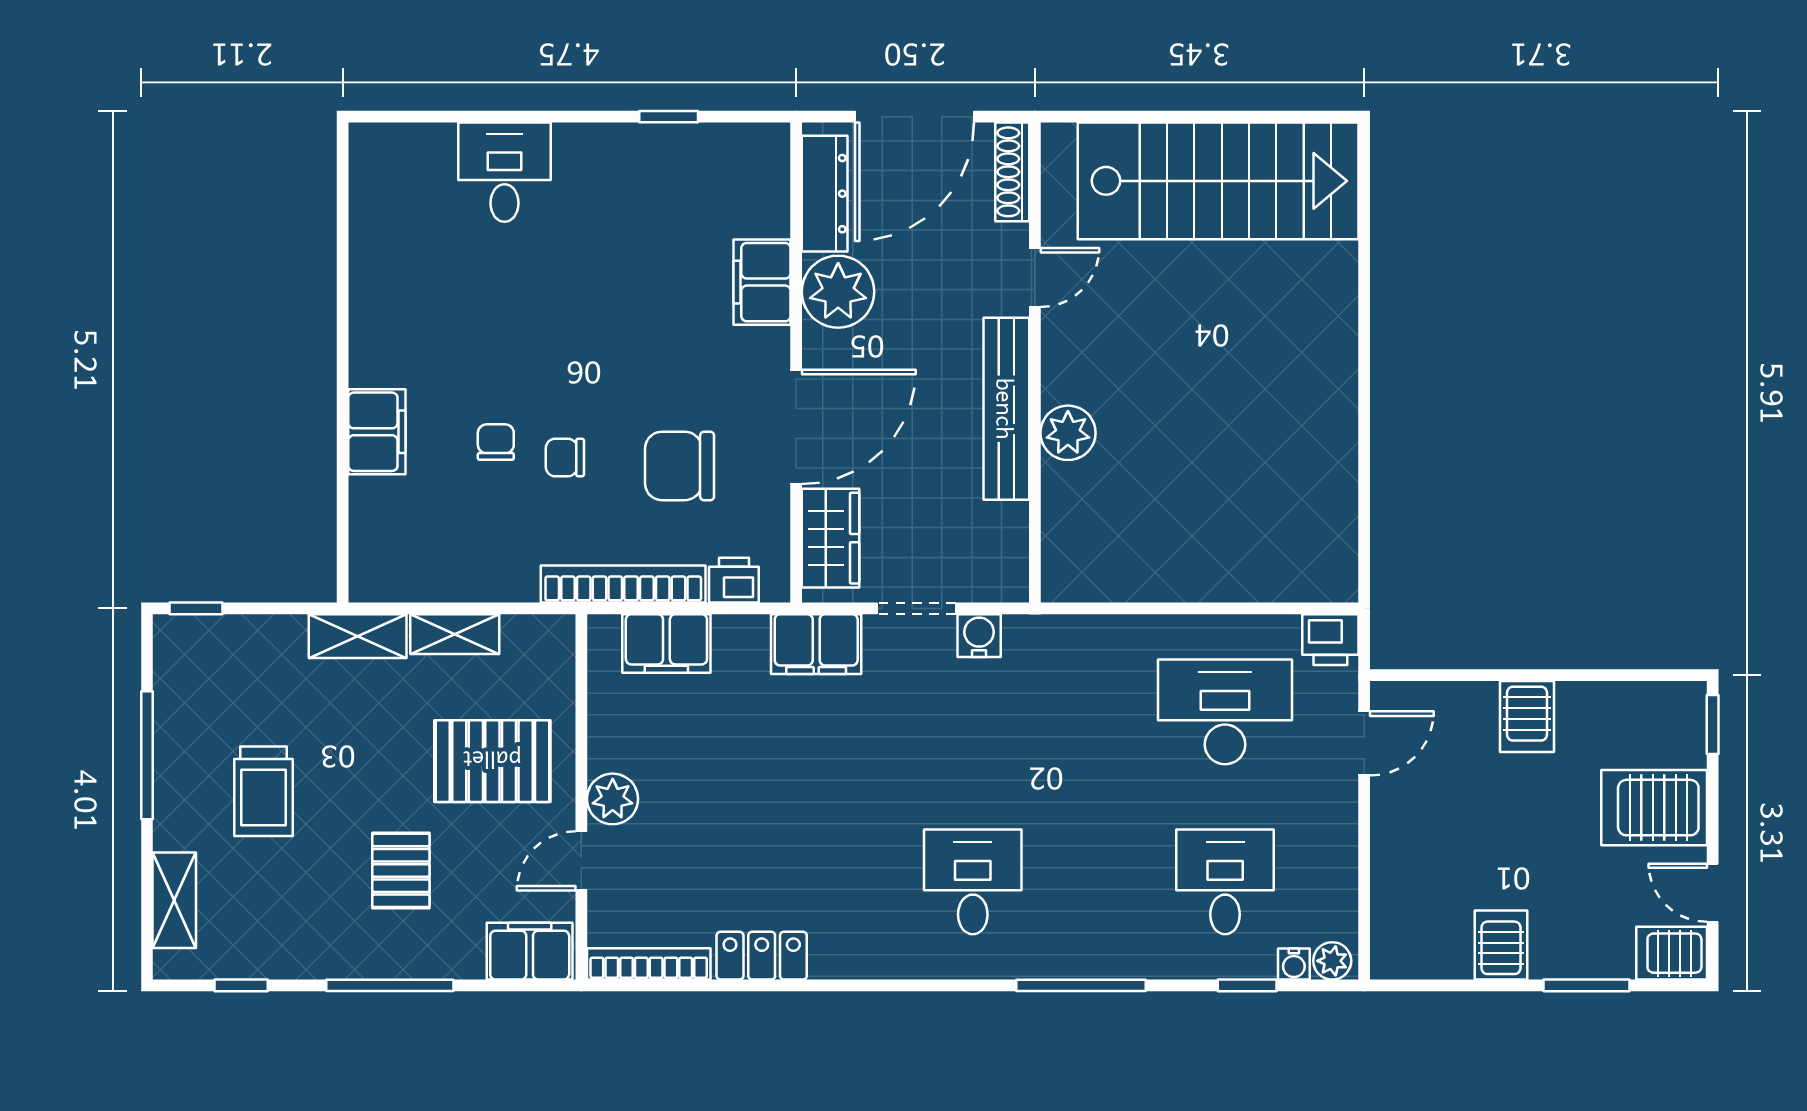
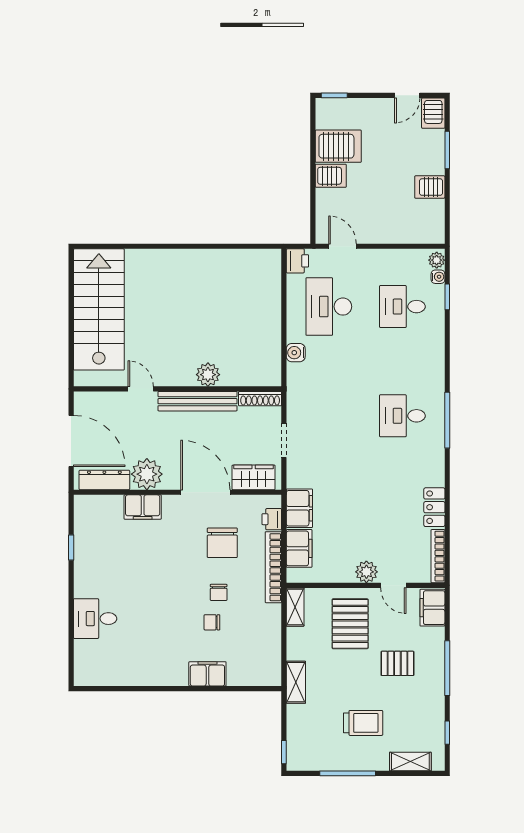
shoe rack: (1012, 172) -> (260, 399), moved
shelving: (455, 634) -> (295, 607), moved
water cooler: (979, 636) -> (296, 353), moved
filing cabinet: (816, 644) -> (299, 508), moved
server rack: (1654, 808) -> (338, 146), moved, turned -90
window: (1081, 985) -> (447, 420), moved

